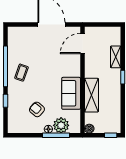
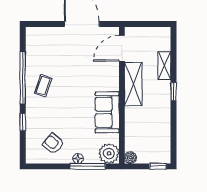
shelving: (92, 95) -> (133, 84), moved
armchair: (37, 109) -> (53, 144), moved
plant: (61, 125) -> (109, 153), moved

